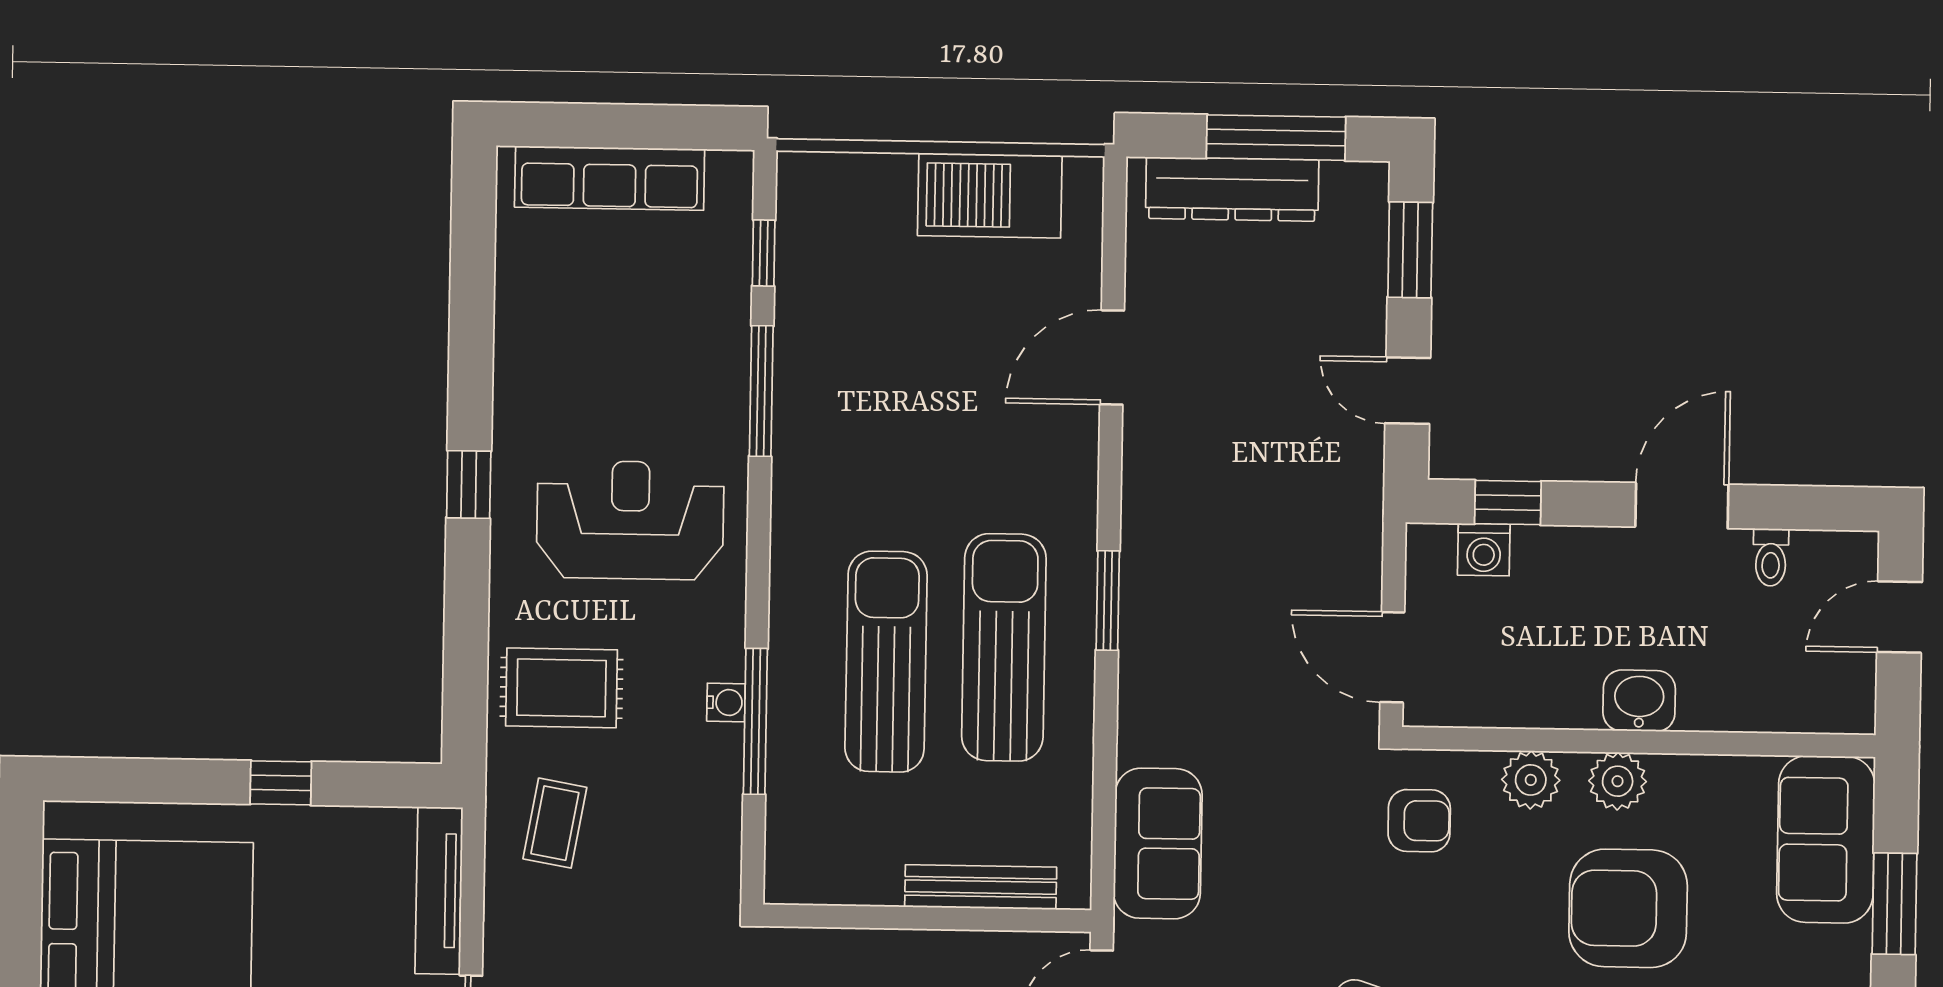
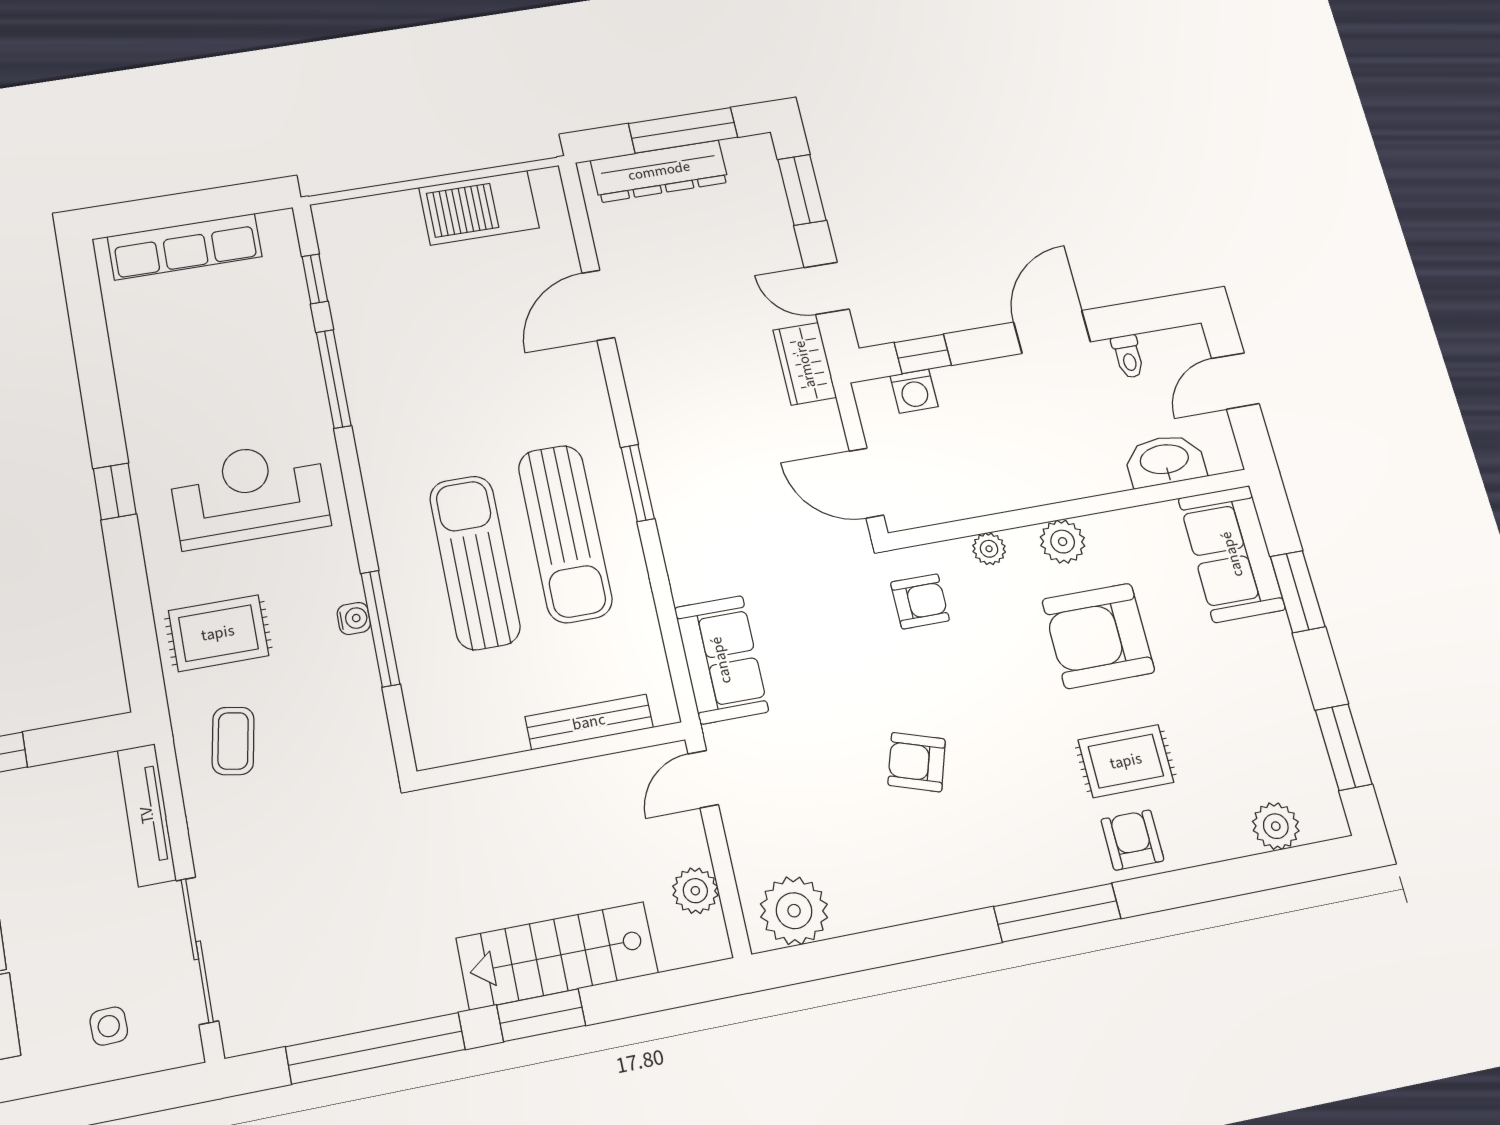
wardrobe: (1354, 486) -> (805, 364), added
sun lounger: (1004, 647) -> (565, 534), turned 180
washbasin: (1639, 701) -> (1165, 461), moved, width x1.38
plant: (1531, 780) -> (989, 549), width x0.73, depth x0.73

